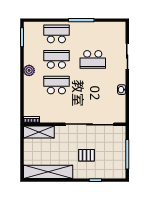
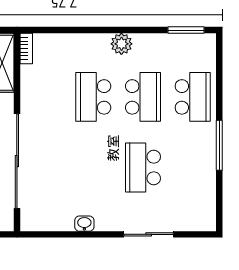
school desk: (56, 85) -> (93, 97), turned 180

